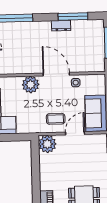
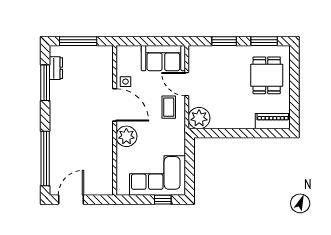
dresser: (61, 26) -> (56, 68), moved
door: (56, 74) -> (115, 105), swing flipped

